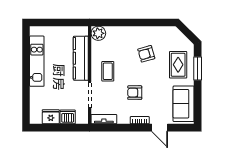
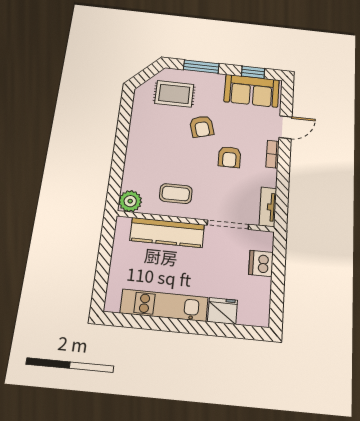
armchair: (146, 54) -> (202, 127), moved
rug: (178, 65) -> (174, 94), moved
coffee table: (108, 71) -> (176, 194), moved
window: (198, 104) -> (253, 72), added
fridge: (51, 117) -> (223, 311), moved, turned 90

